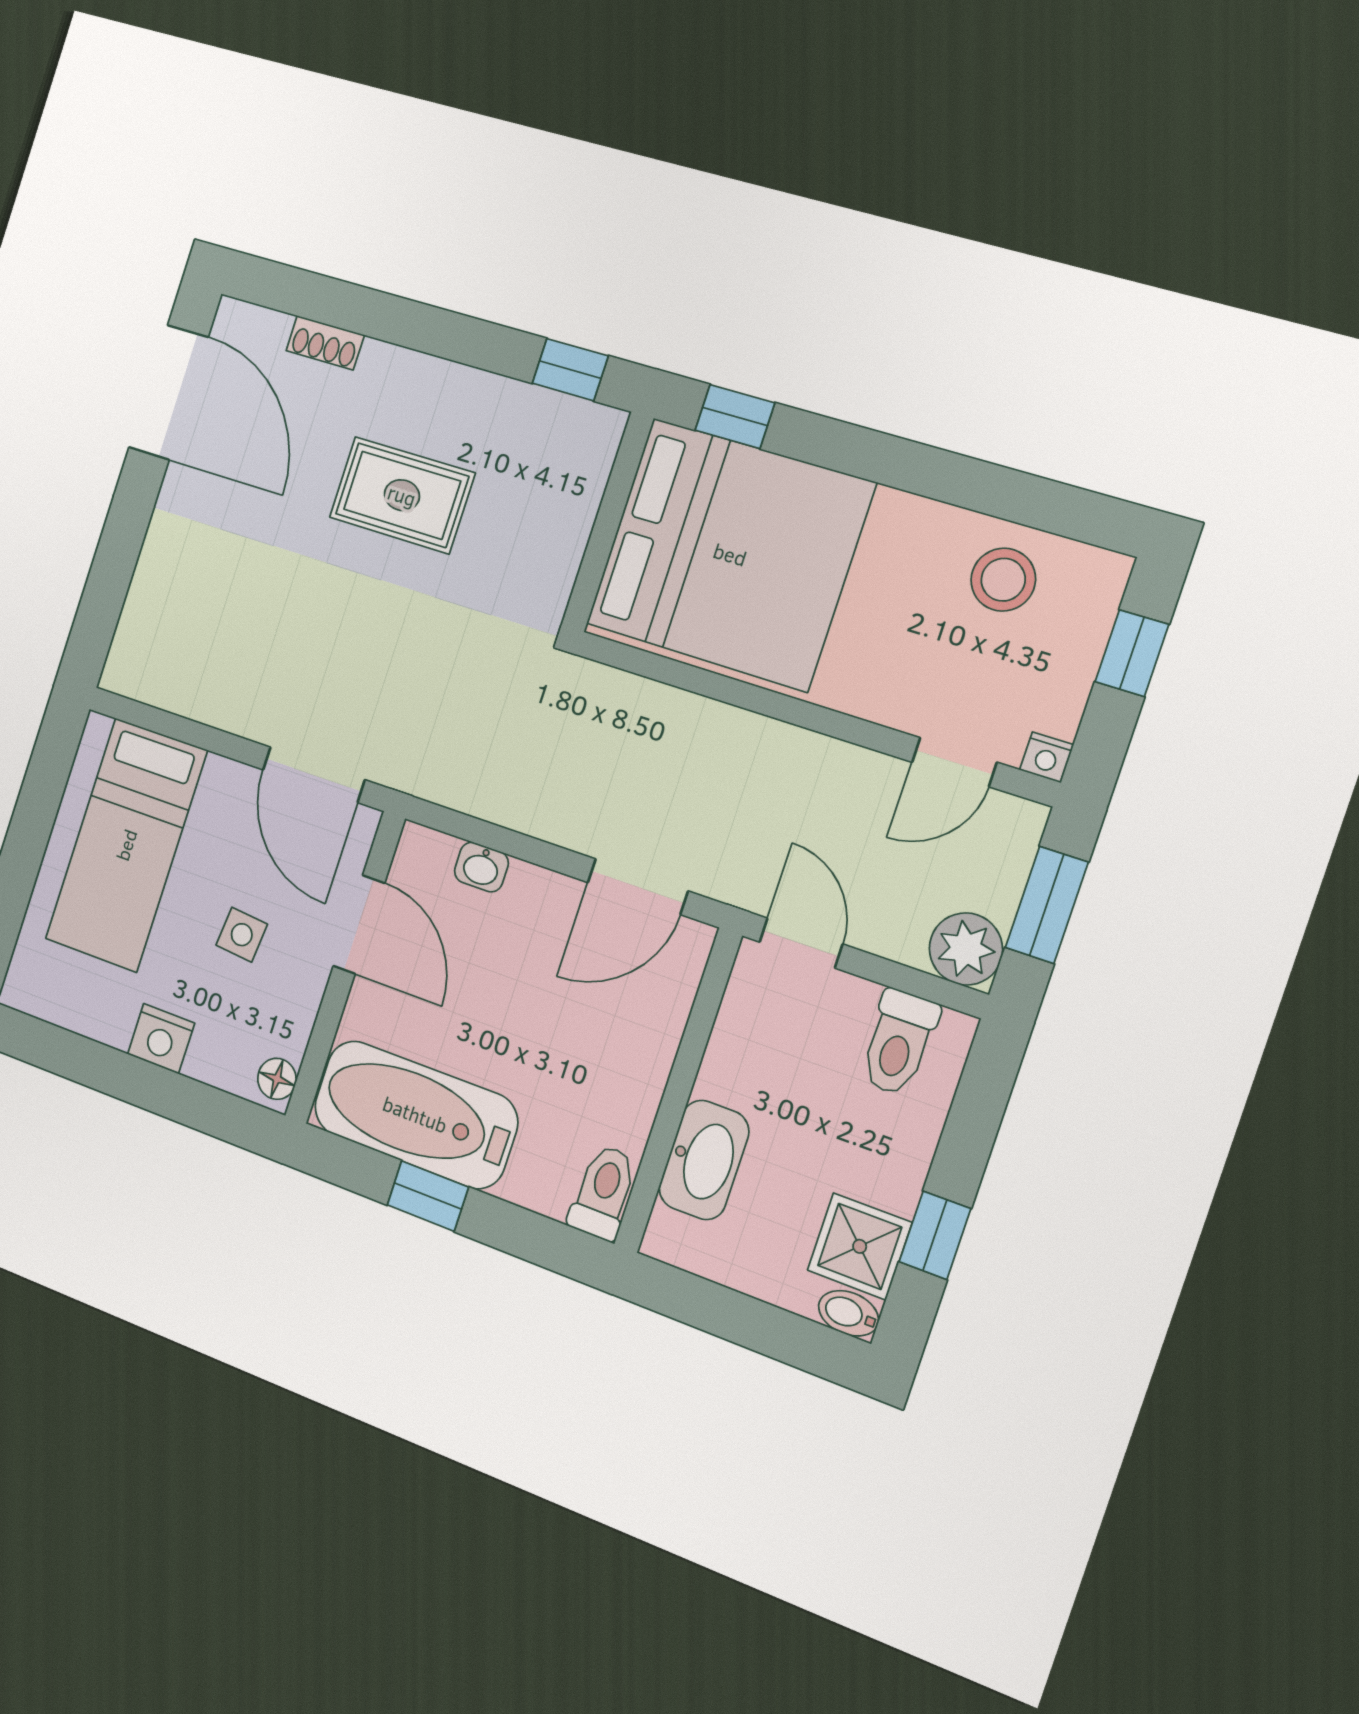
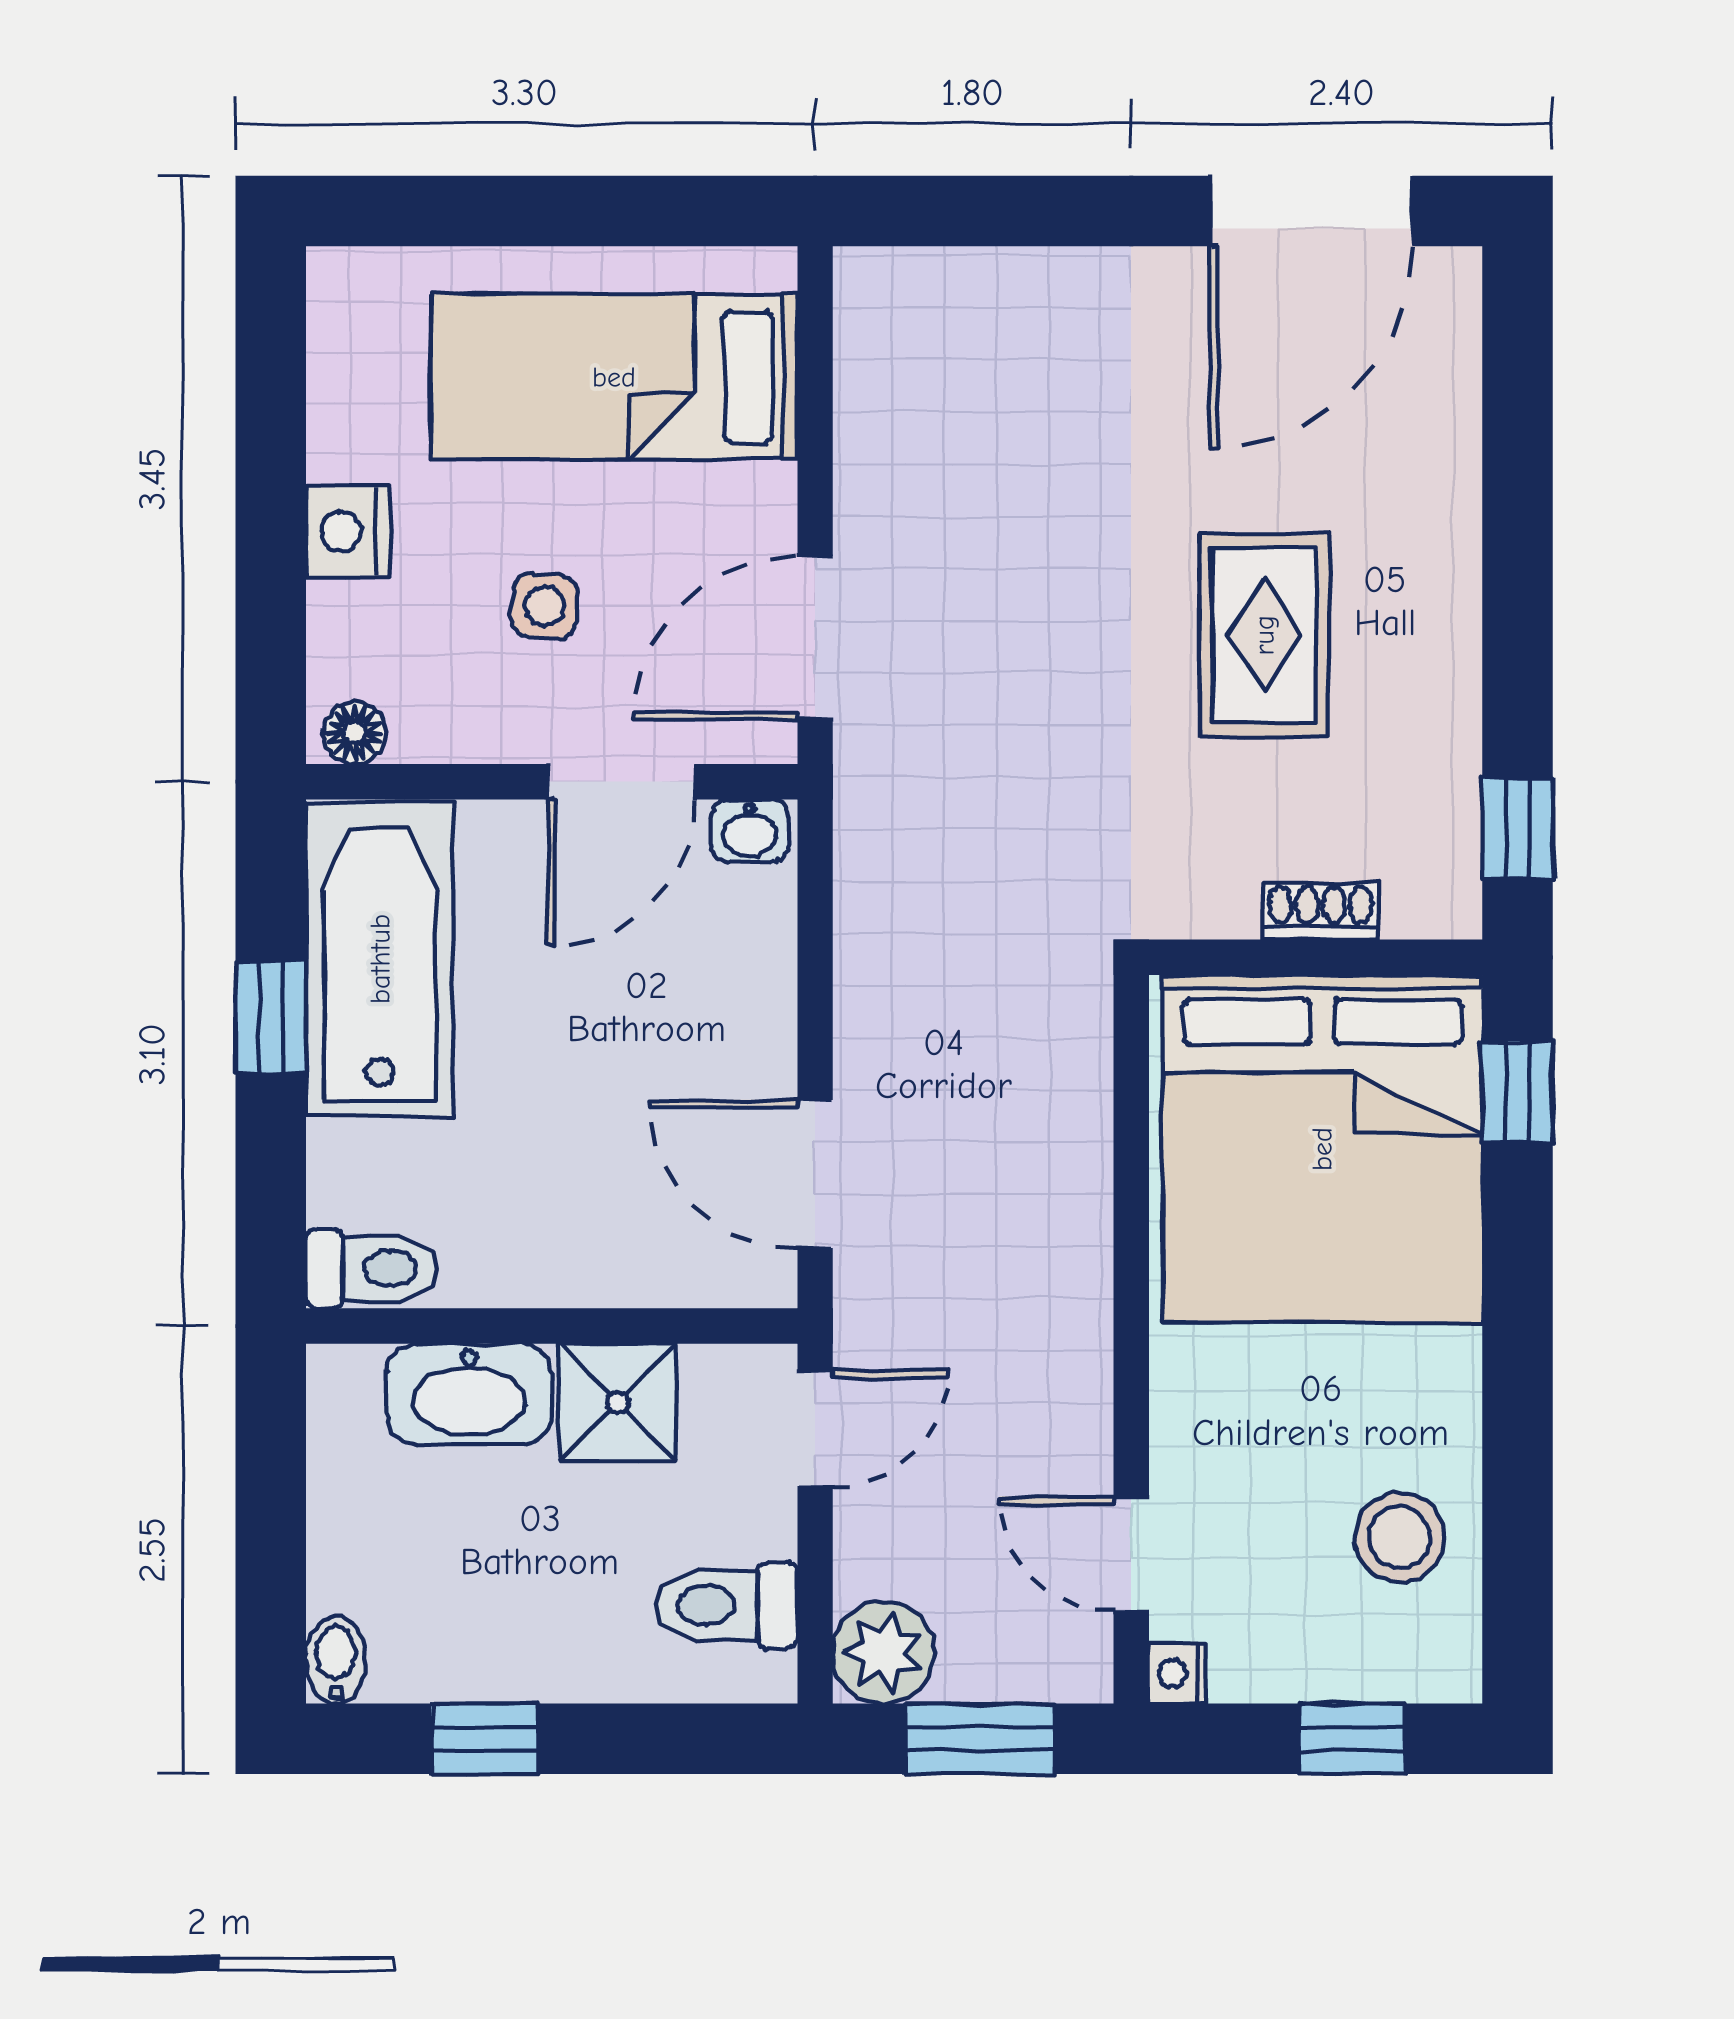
shoe rack: (325, 343) -> (1321, 911), moved, turned 90
washbasin: (481, 867) -> (750, 831), moved, turned -90
shower: (860, 1246) -> (618, 1403), moved

